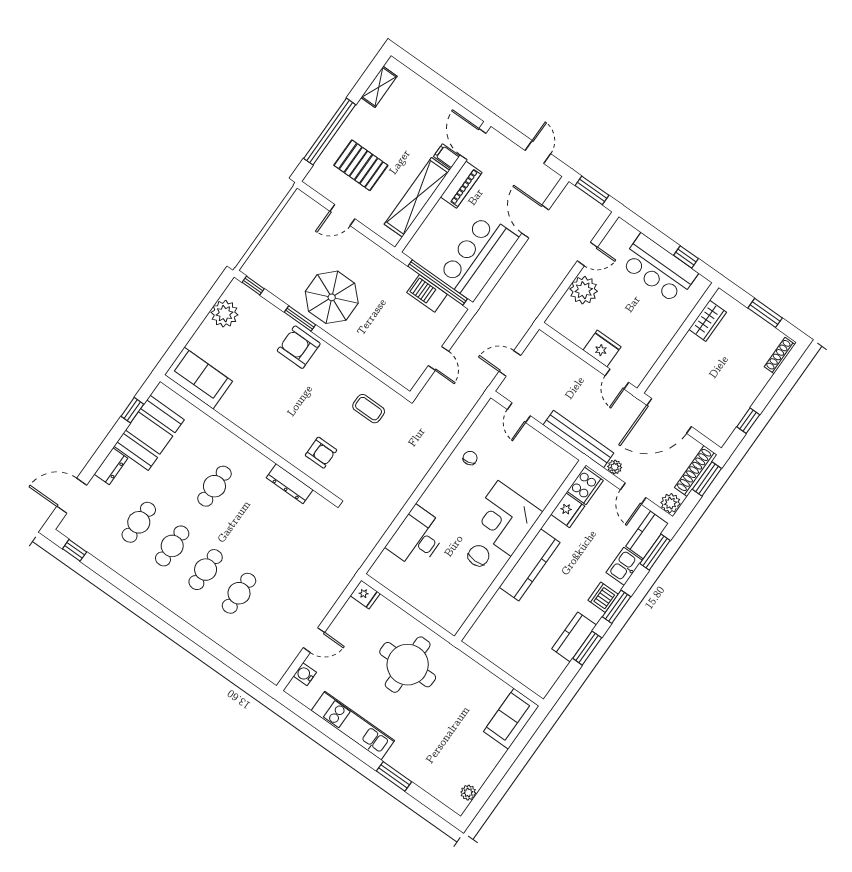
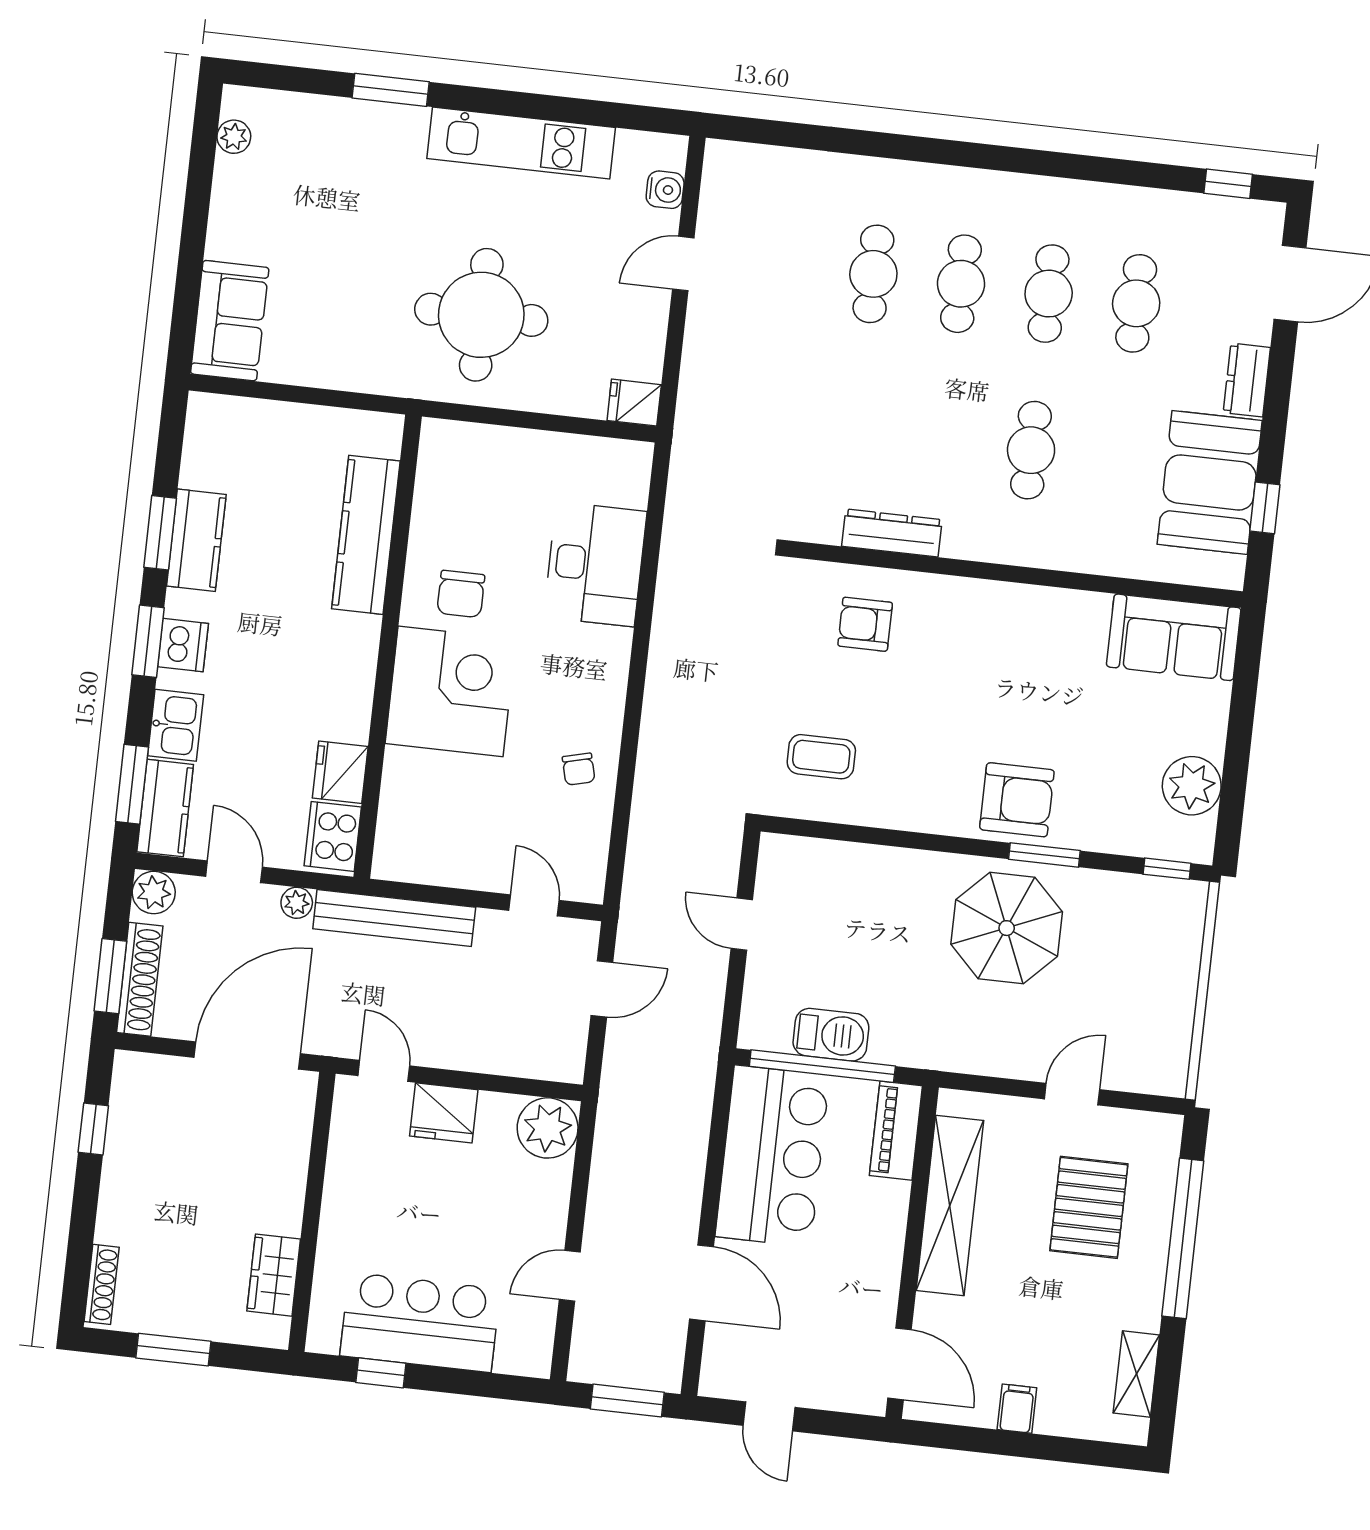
filing cabinet: (447, 156) -> (1017, 1409), moved, turned -90
pallet: (361, 165) -> (1089, 1207), turned 90
piano: (461, 185) -> (896, 1131), moved
plant: (584, 290) -> (548, 1128), moved
kitchen counter: (530, 565) -> (366, 535), moved

